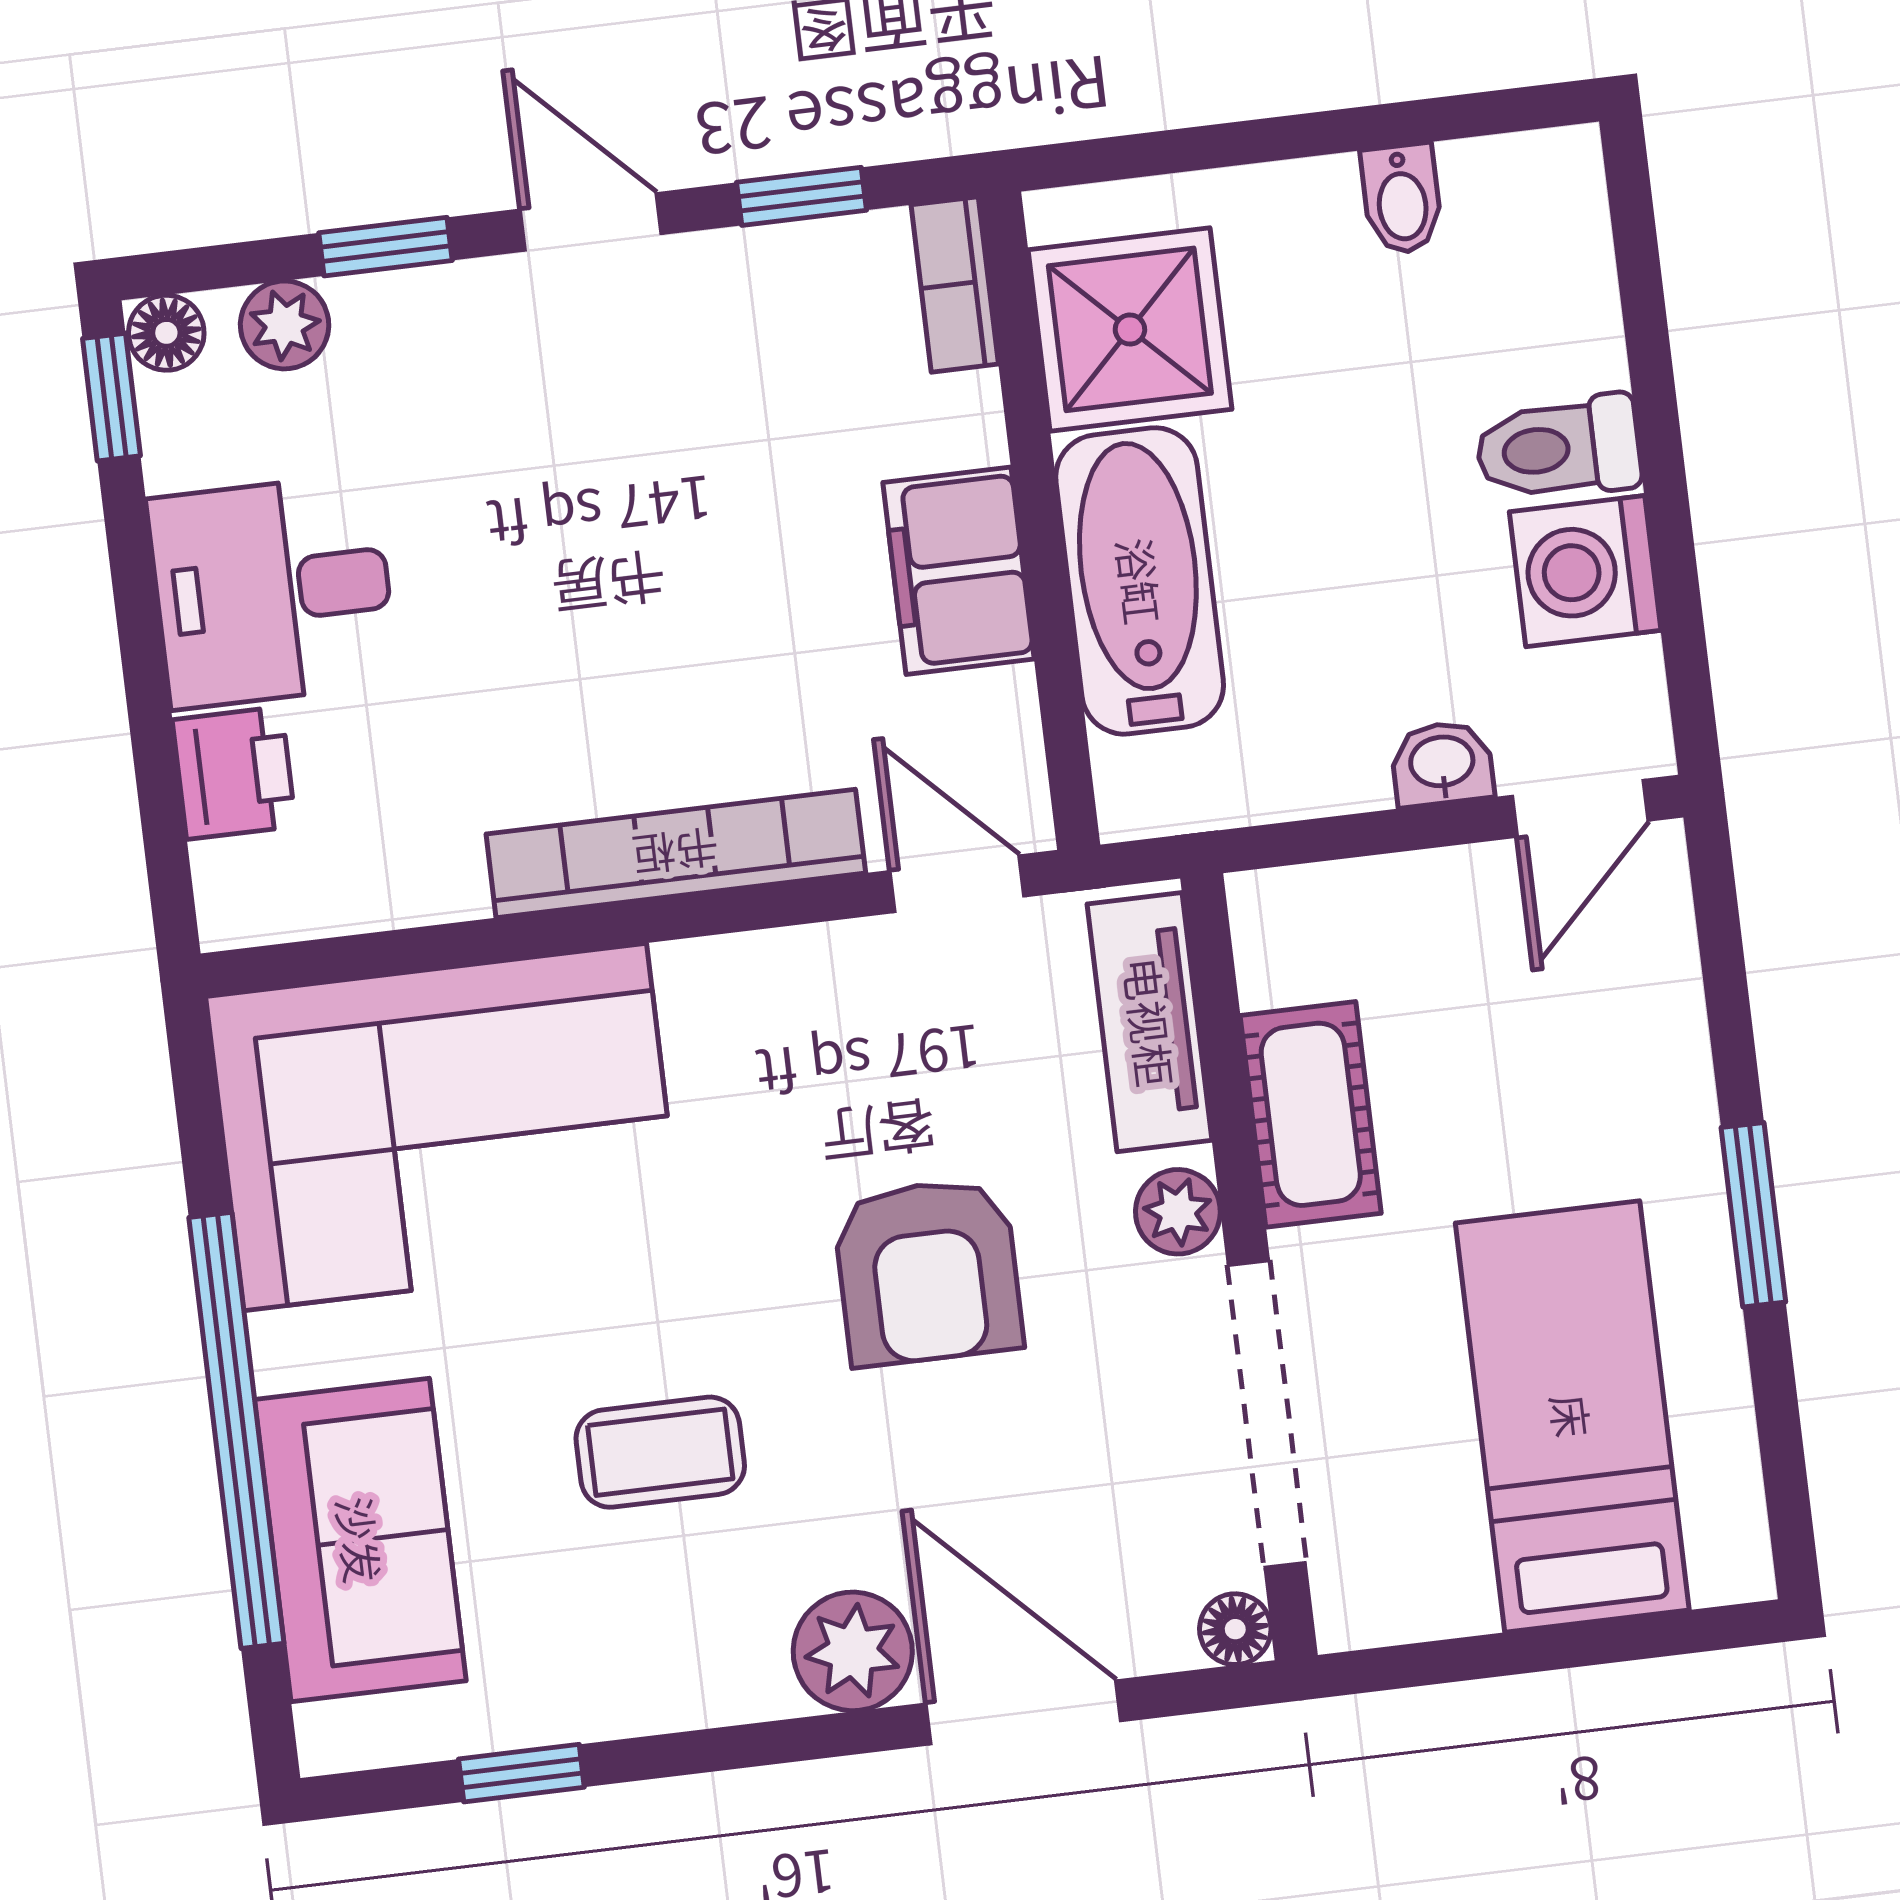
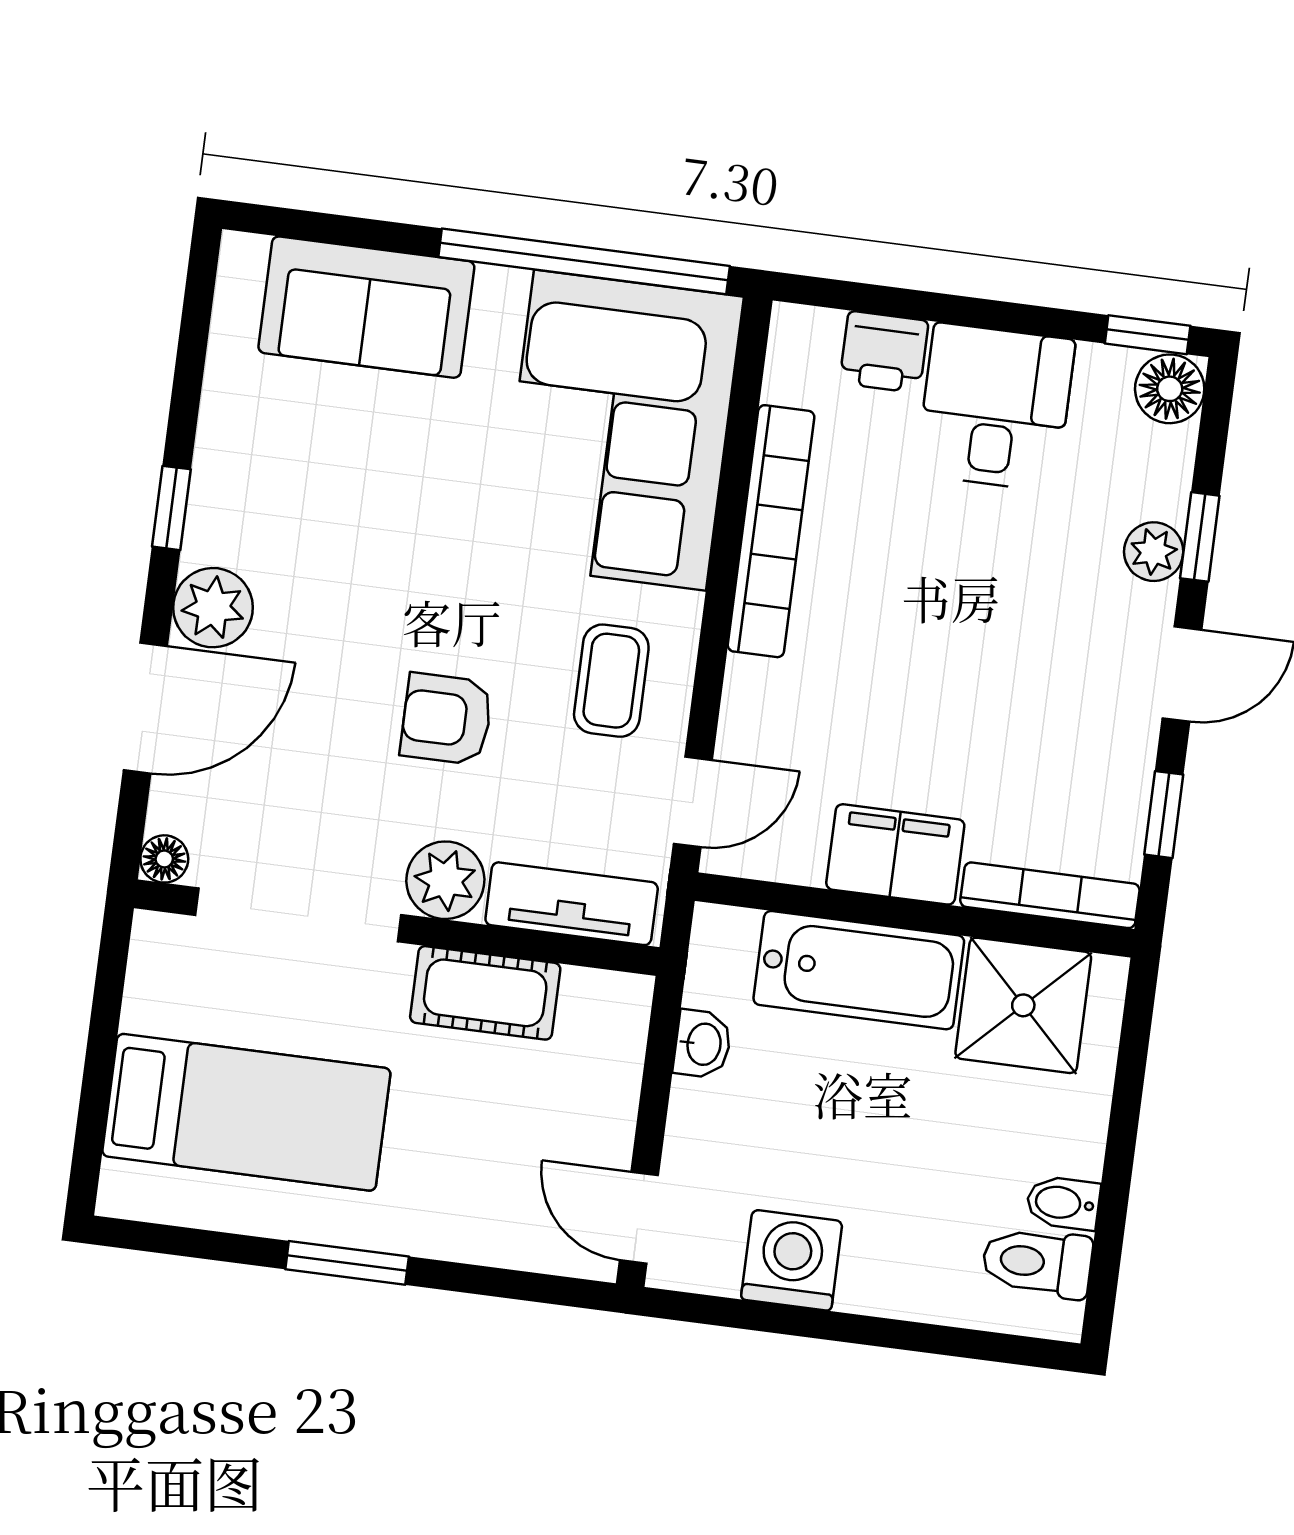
bookcase: (955, 284) -> (1050, 895), width x1.56
plant: (285, 325) -> (1154, 552), moved
floor lamp: (166, 333) -> (1170, 389), width x1.37, depth x1.37
toilet: (1558, 448) -> (1037, 1262), moved, turned -90
washbasin: (1442, 764) -> (702, 1044), moved
bookcase: (676, 853) -> (771, 531), moved
plant: (1178, 1212) -> (445, 880), width x1.38, depth x1.38
armchair: (928, 1272) -> (446, 719), width x0.72, depth x0.72
window: (236, 1430) -> (584, 261), moved
coffee table: (660, 1452) -> (611, 681), moved
window: (521, 1773) -> (171, 508), moved

